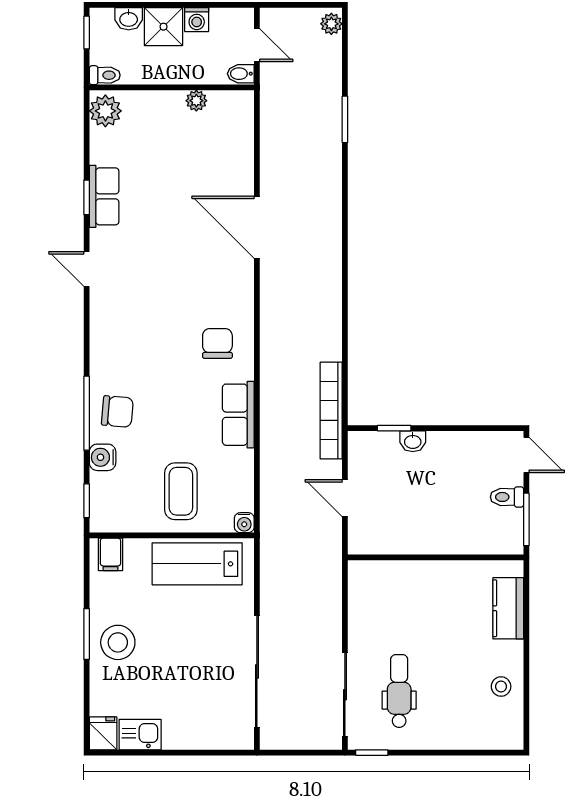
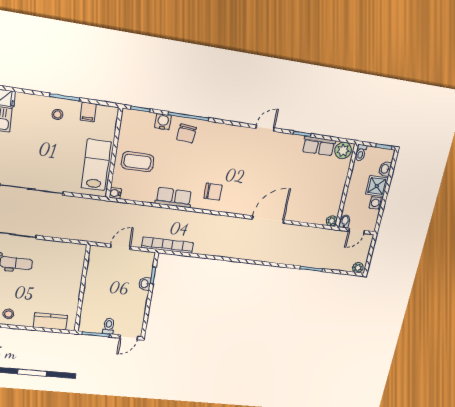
plant: (196, 101) -> (332, 221), moved
row of seats: (104, 196) -> (319, 146), moved
filing cabinet: (110, 554) -> (88, 112), moved, turned -90
stool: (118, 642) -> (57, 114), width x0.53, depth x0.53

